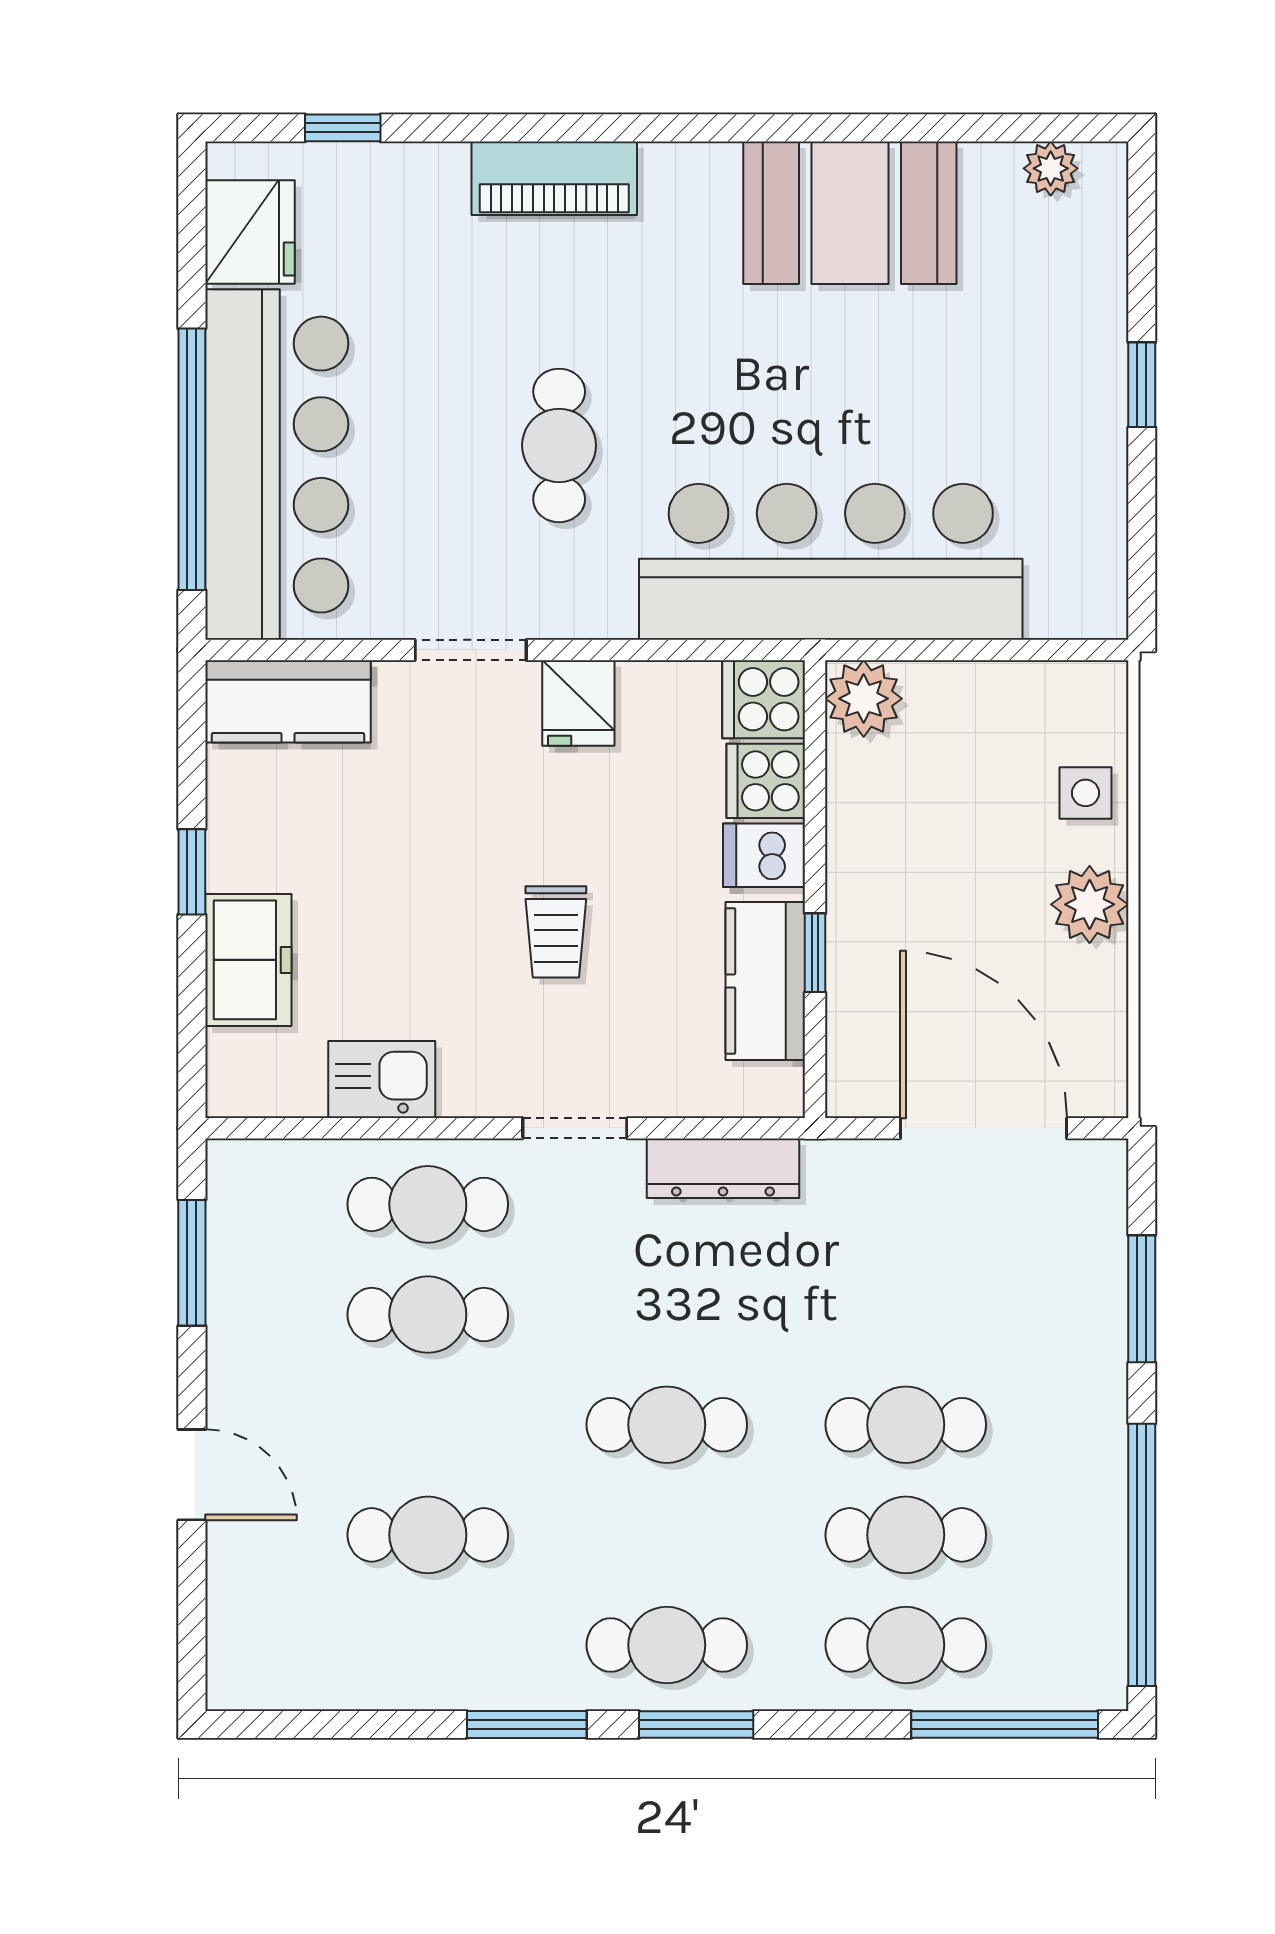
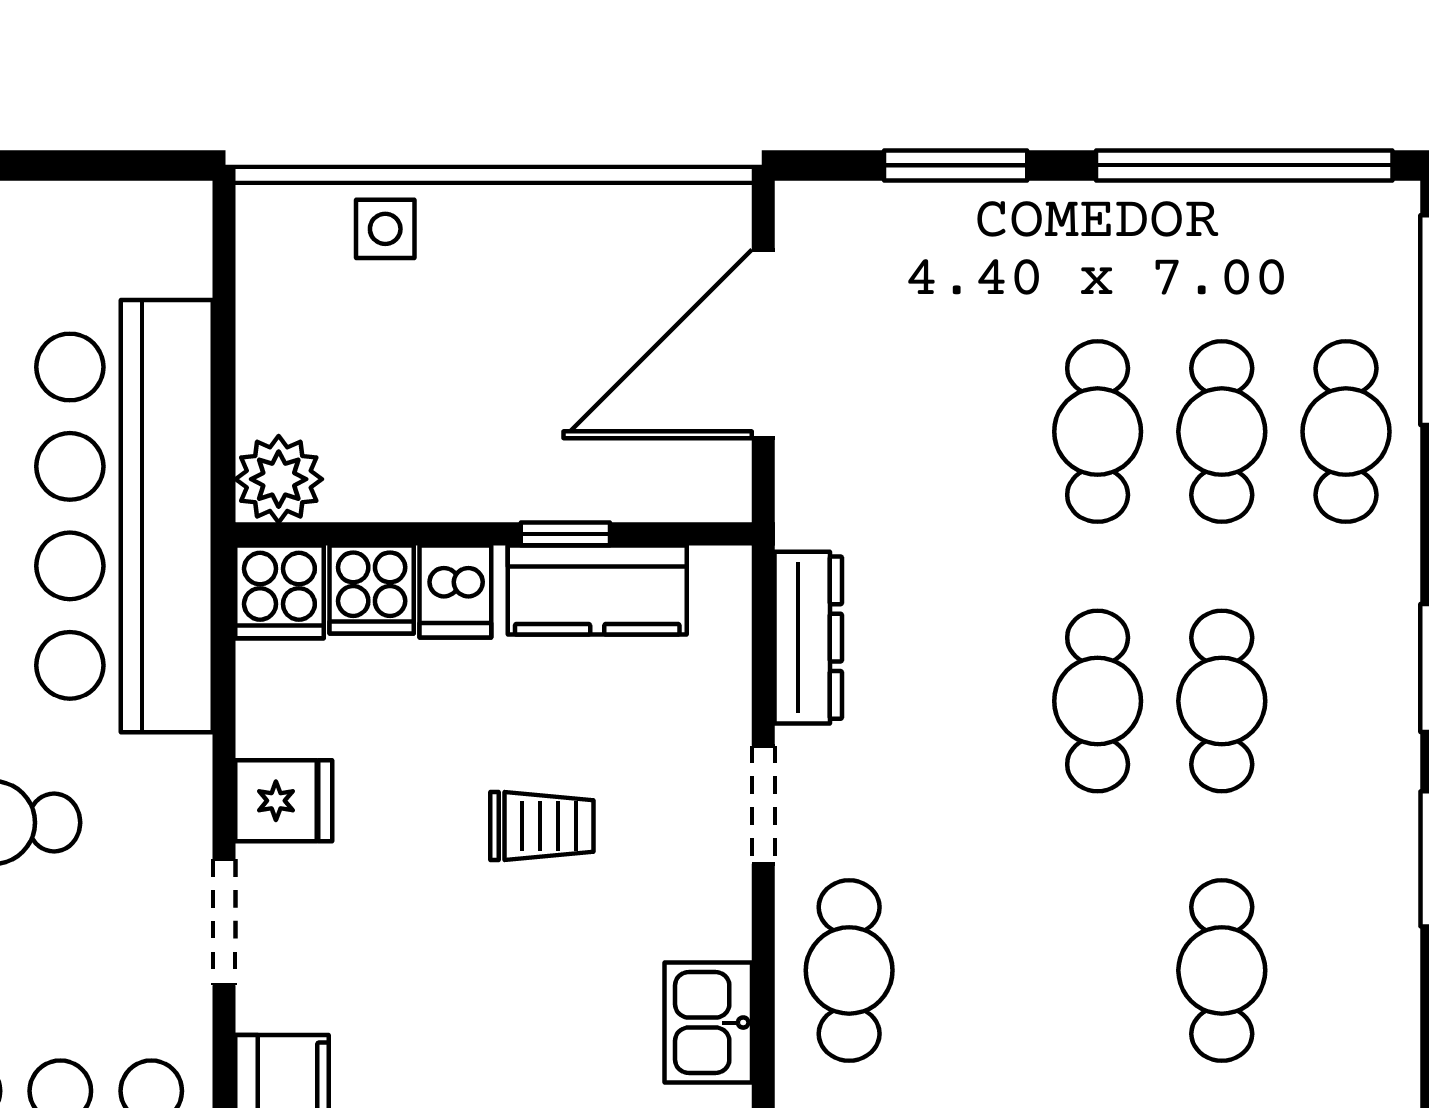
plant: (1090, 904) -> (511, 224), removed
cafe table: (428, 1315) -> (973, 970), removed
cafe table: (667, 1645) -> (1222, 701), moved

